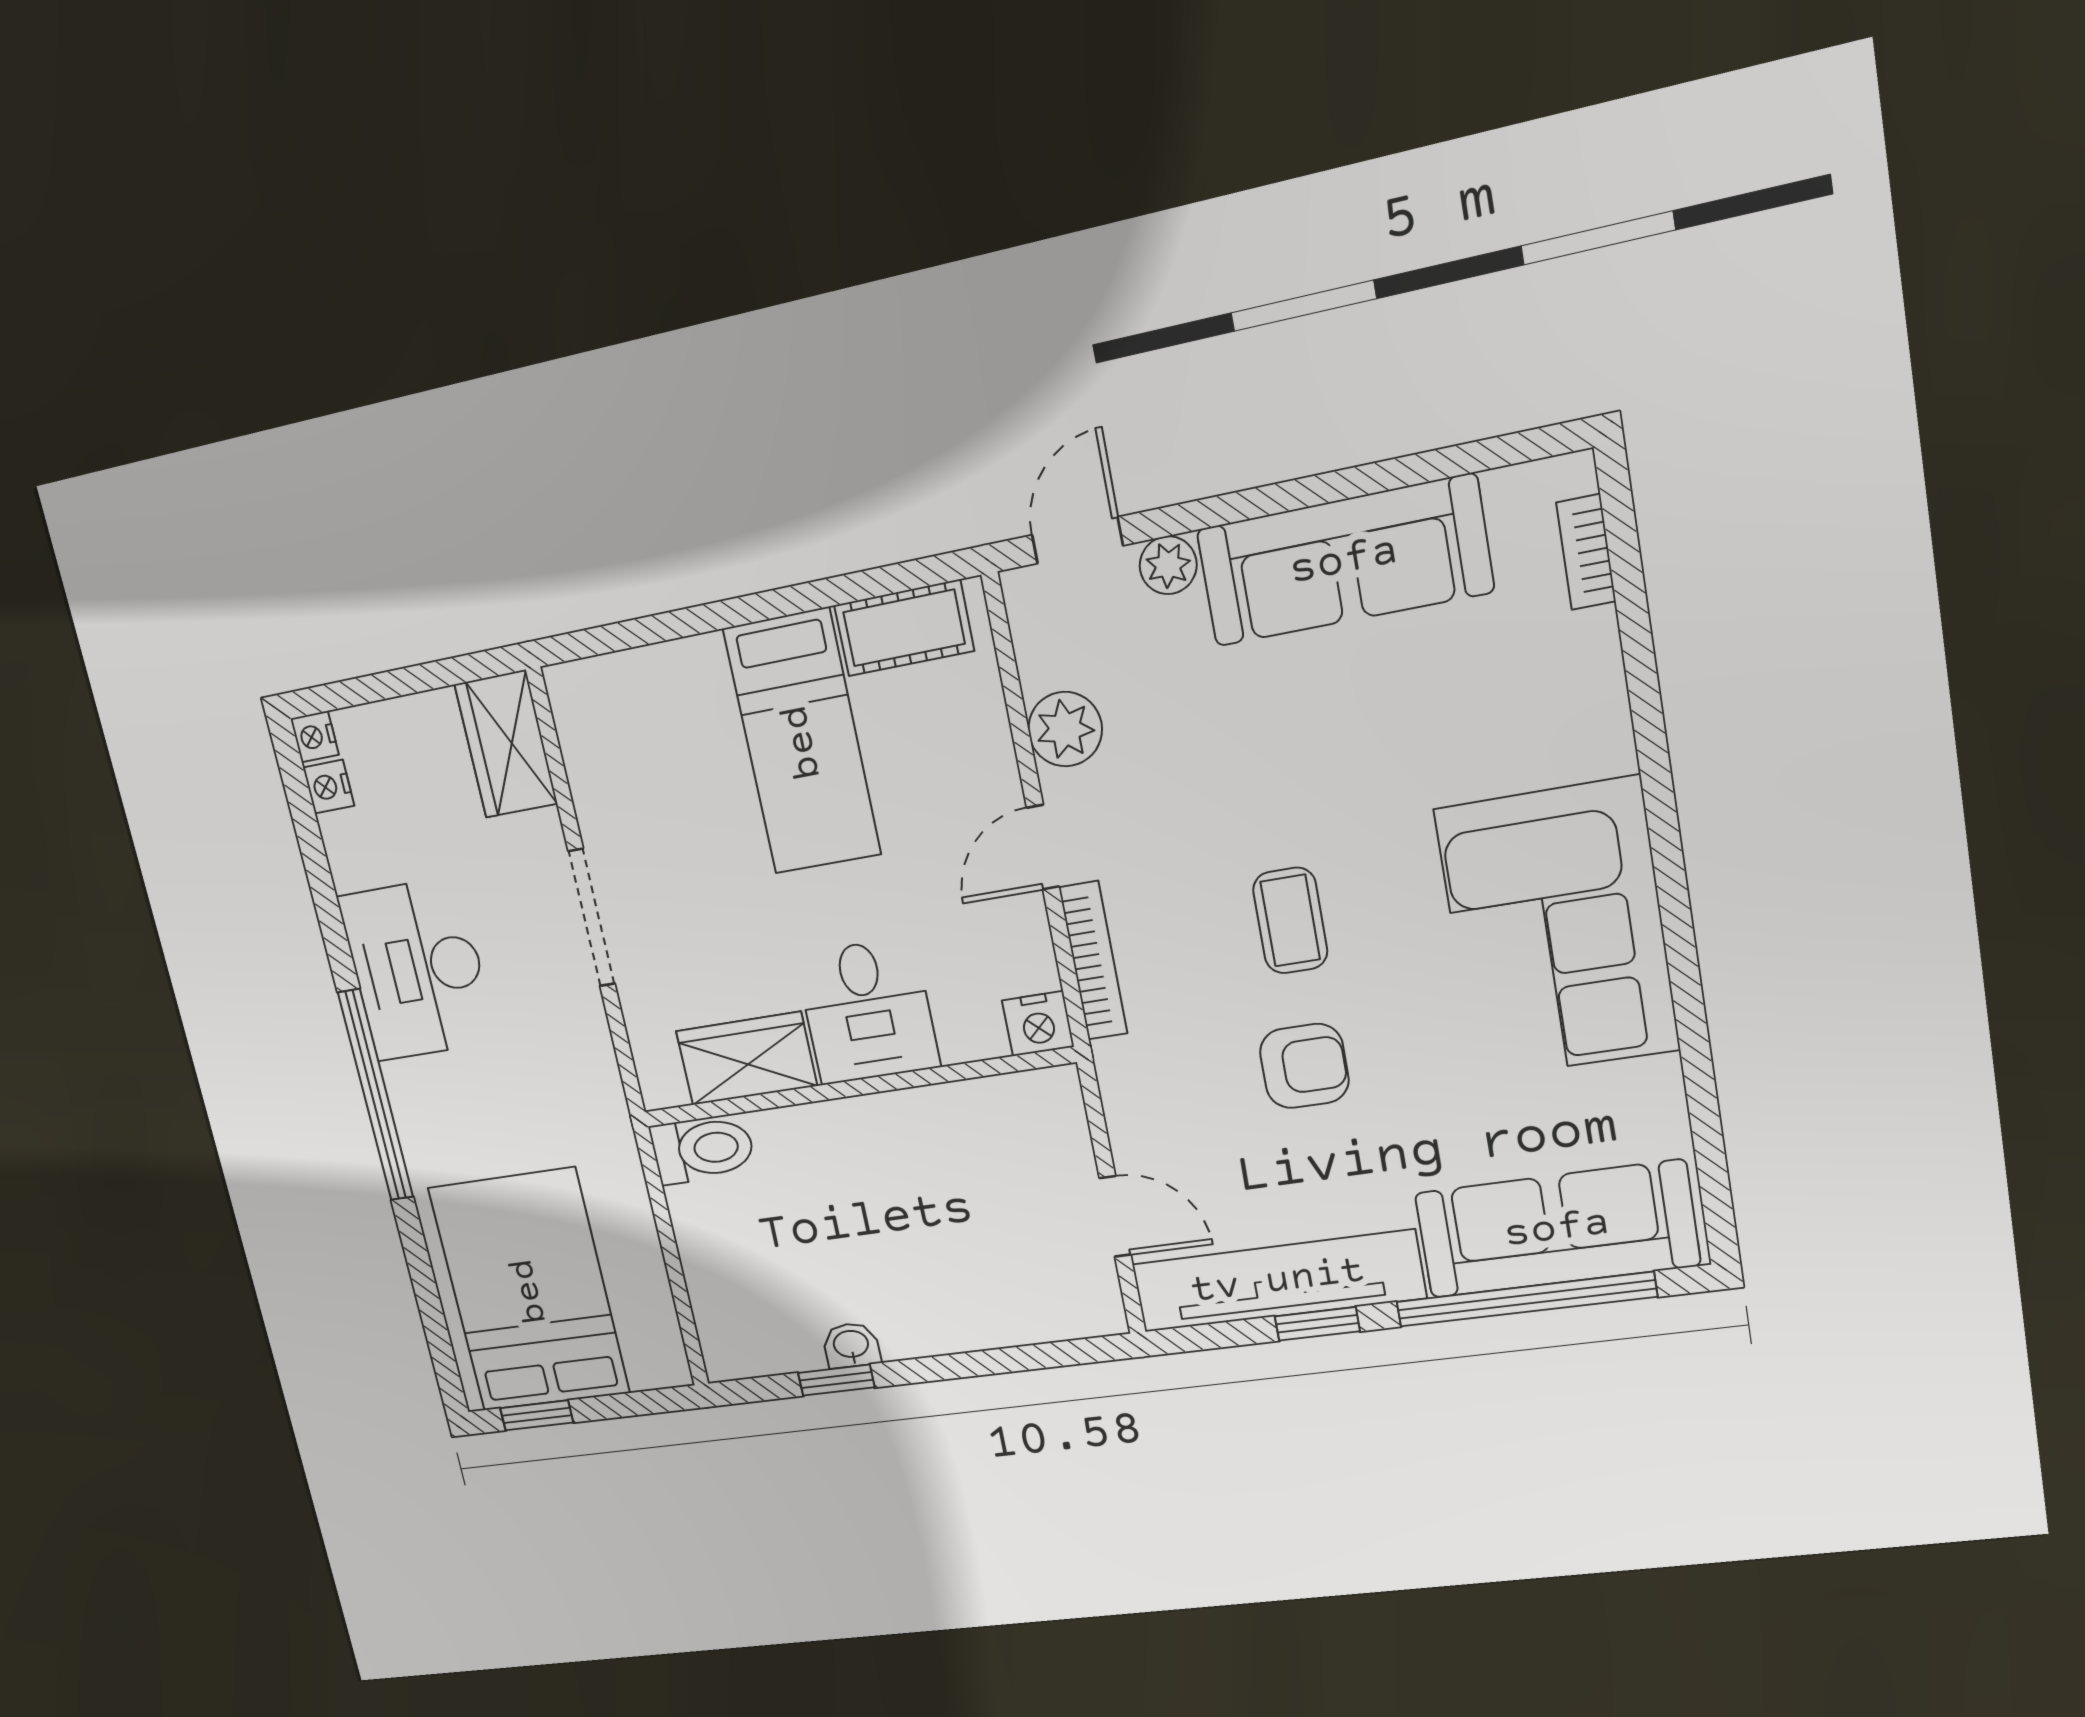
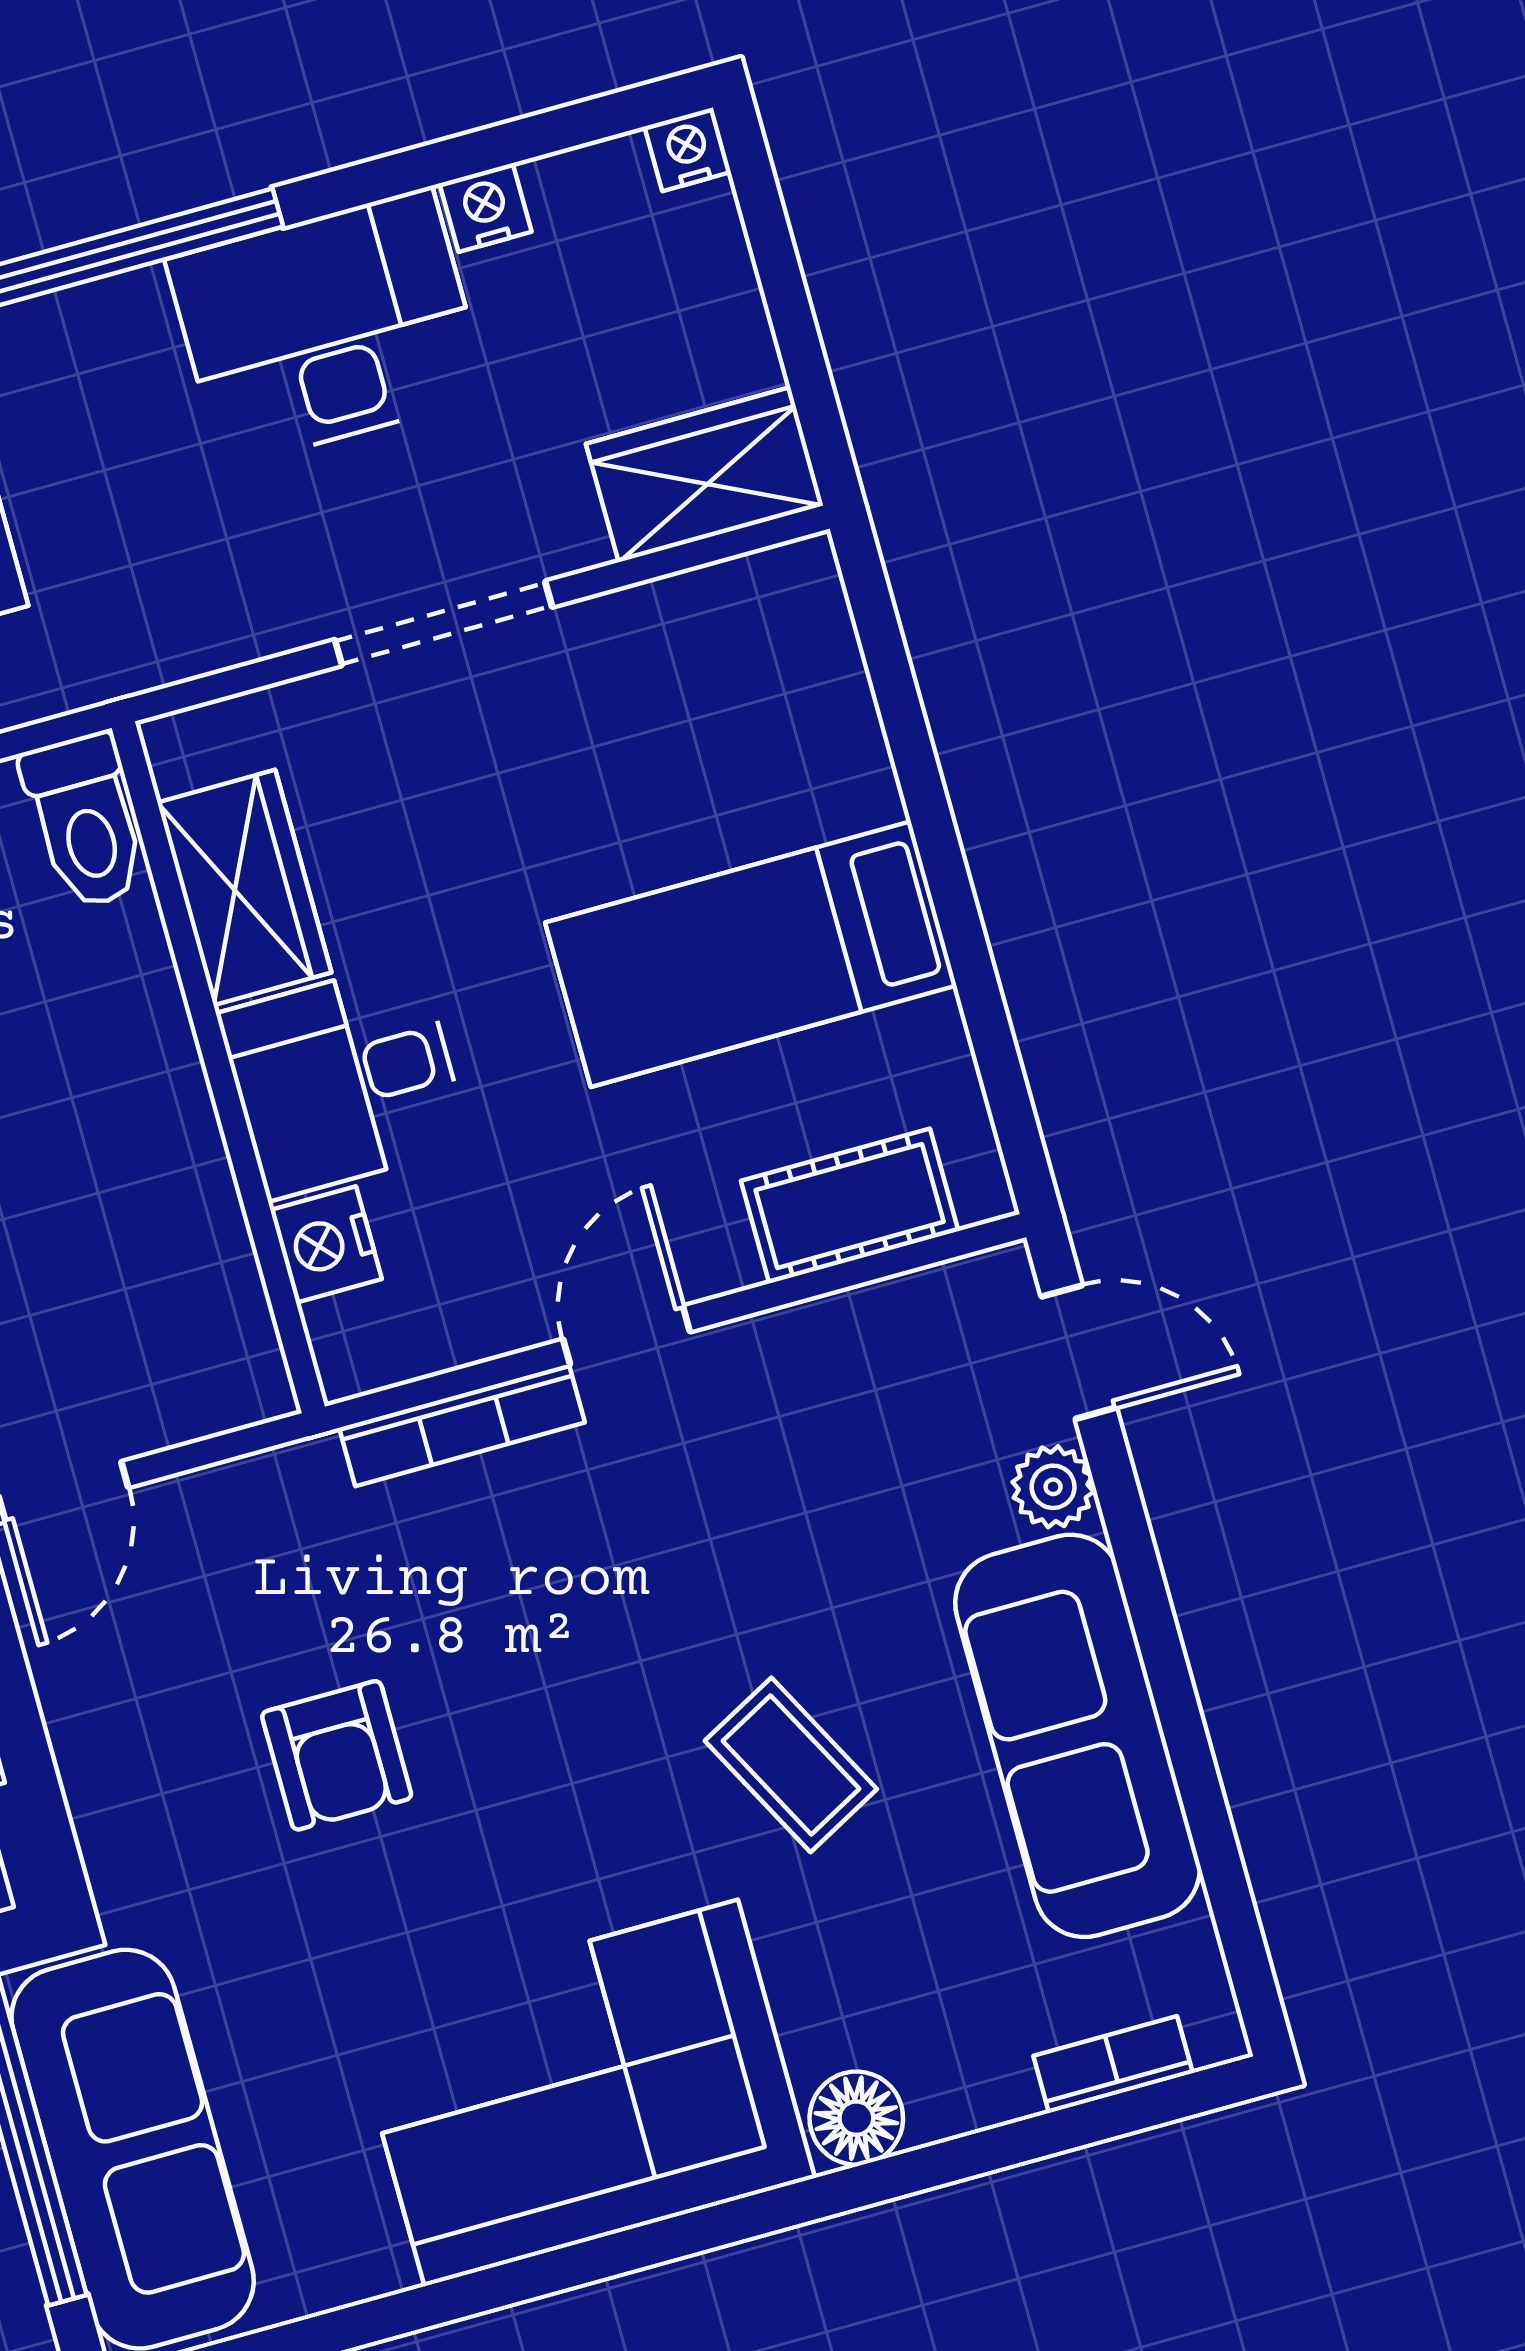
cot: (904, 628) -> (850, 1206), moved, turned 90
plant: (1065, 729) -> (805, 1355), removed
floor lamp: (1601, 741) -> (856, 2118), added
nightstand: (329, 787) -> (486, 208), moved
door: (1043, 847) -> (627, 1335), hinge flipped
coffee table: (1290, 921) -> (791, 1765), moved, turned 62
nightstand: (1038, 1024) -> (326, 1244), moved

